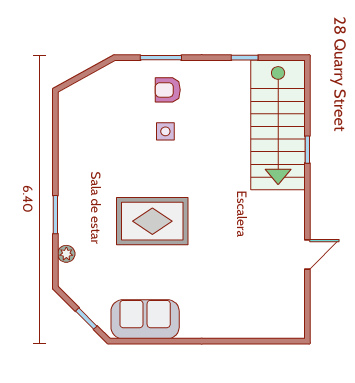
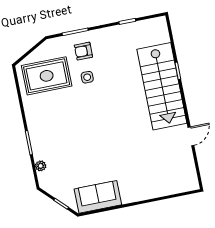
stairs: (278, 125) -> (162, 86), moved
rug: (152, 221) -> (47, 76), moved

